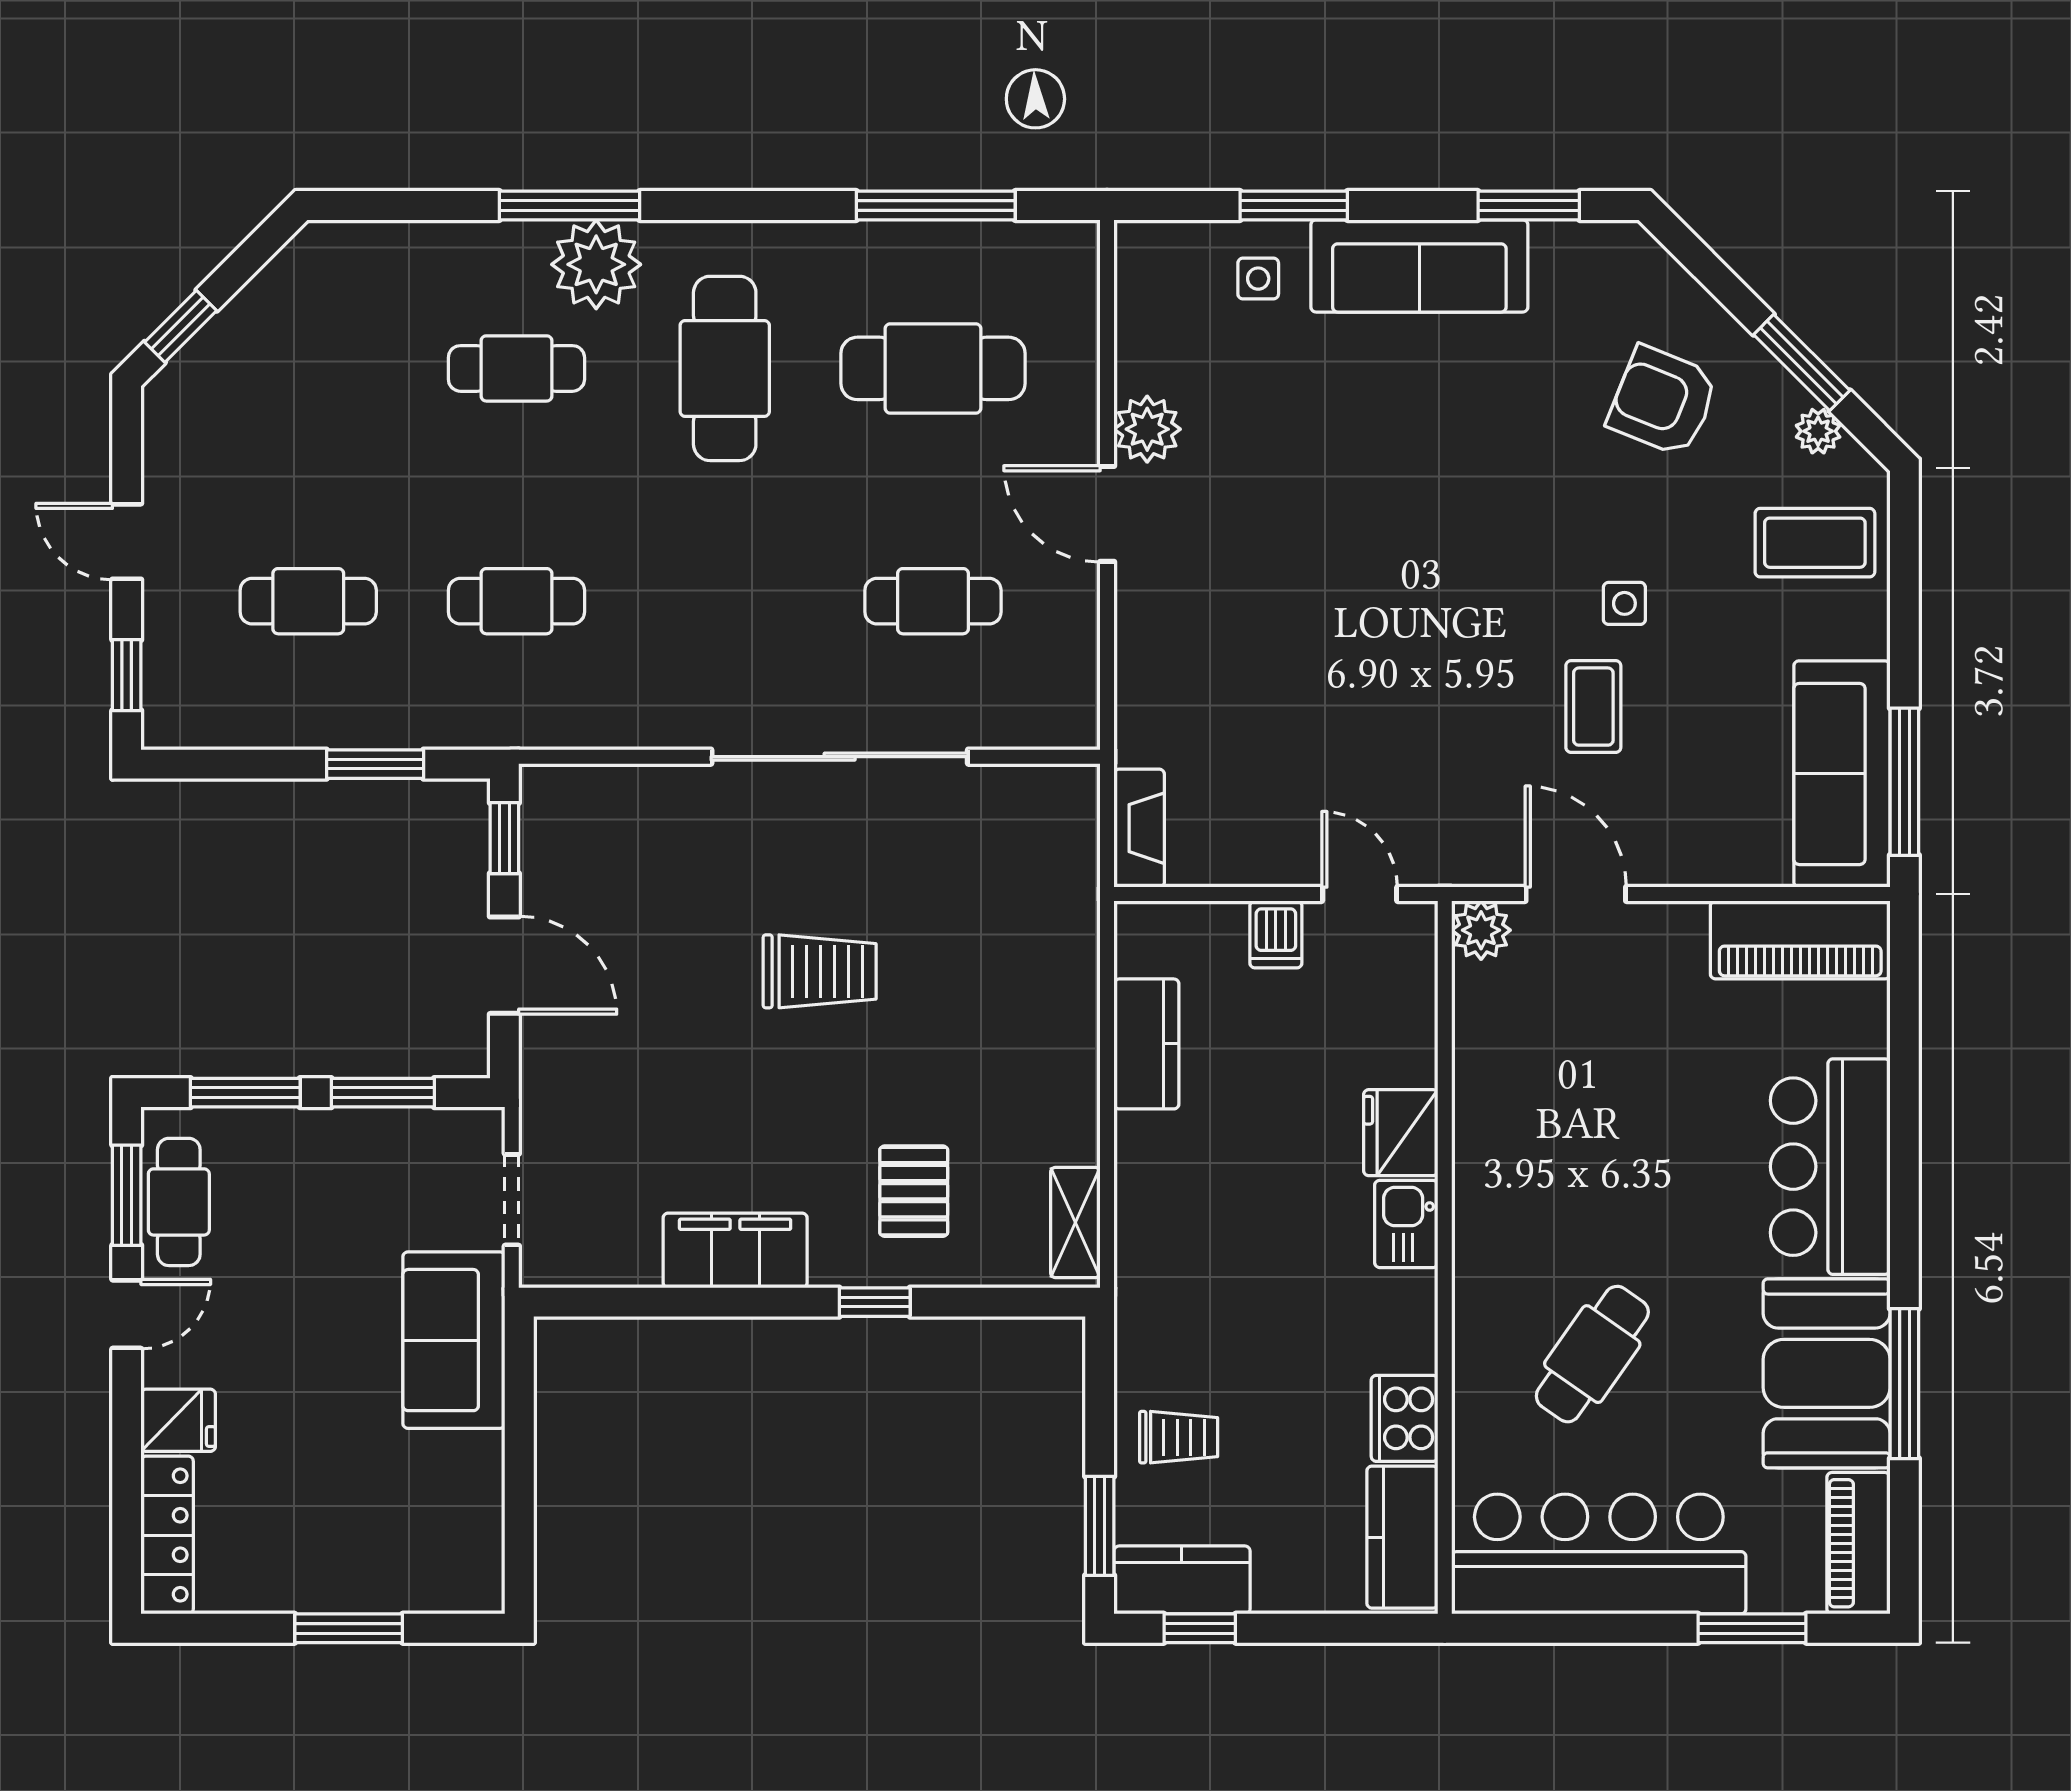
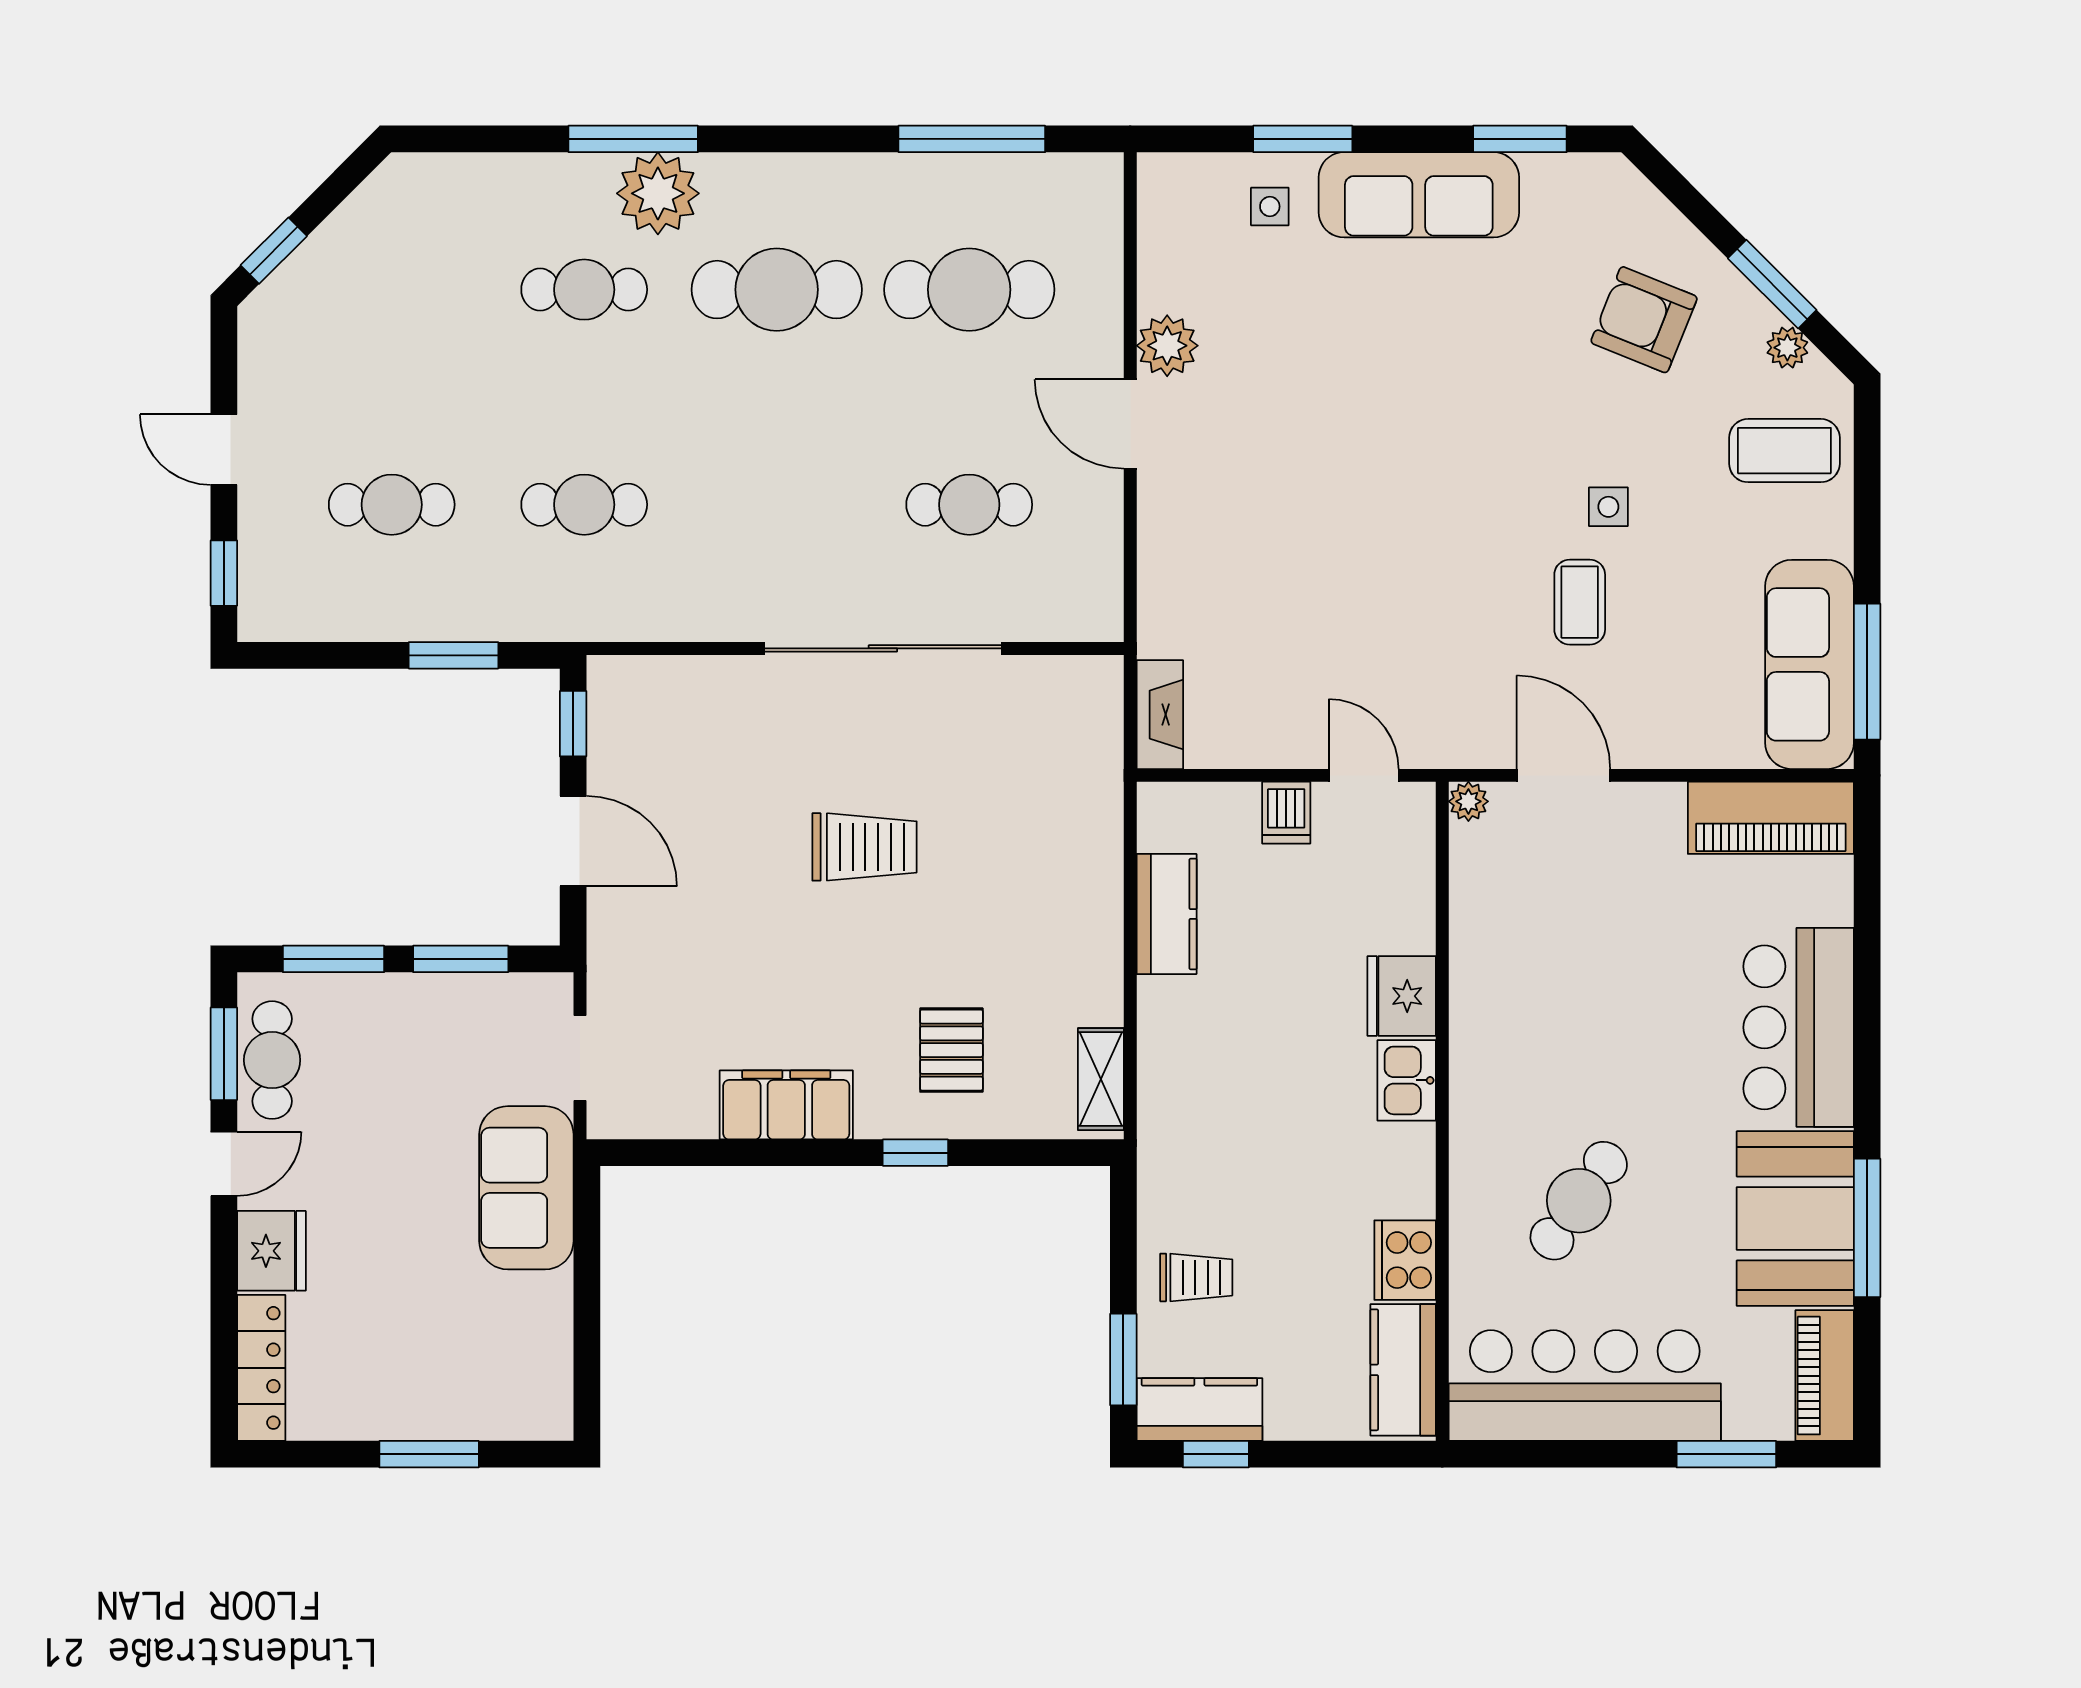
cafe table: (725, 368) -> (777, 290), turned 90
plant: (1481, 930) -> (1468, 801), width x0.73, depth x0.73
fridge: (178, 1420) -> (271, 1251), width x1.38

